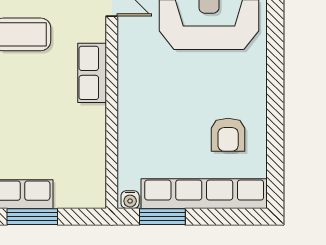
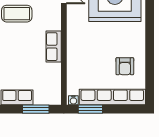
row of seats: (92, 73) -> (54, 47), moved
window: (32, 217) -> (36, 109), moved

